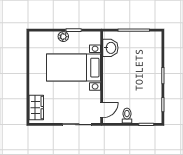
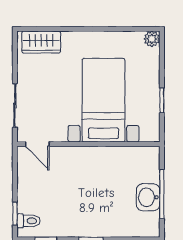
plant: (63, 37) -> (152, 39), moved
washbasin: (110, 48) -> (148, 197), moved, turned 90
toilet: (127, 116) -> (29, 221), moved

